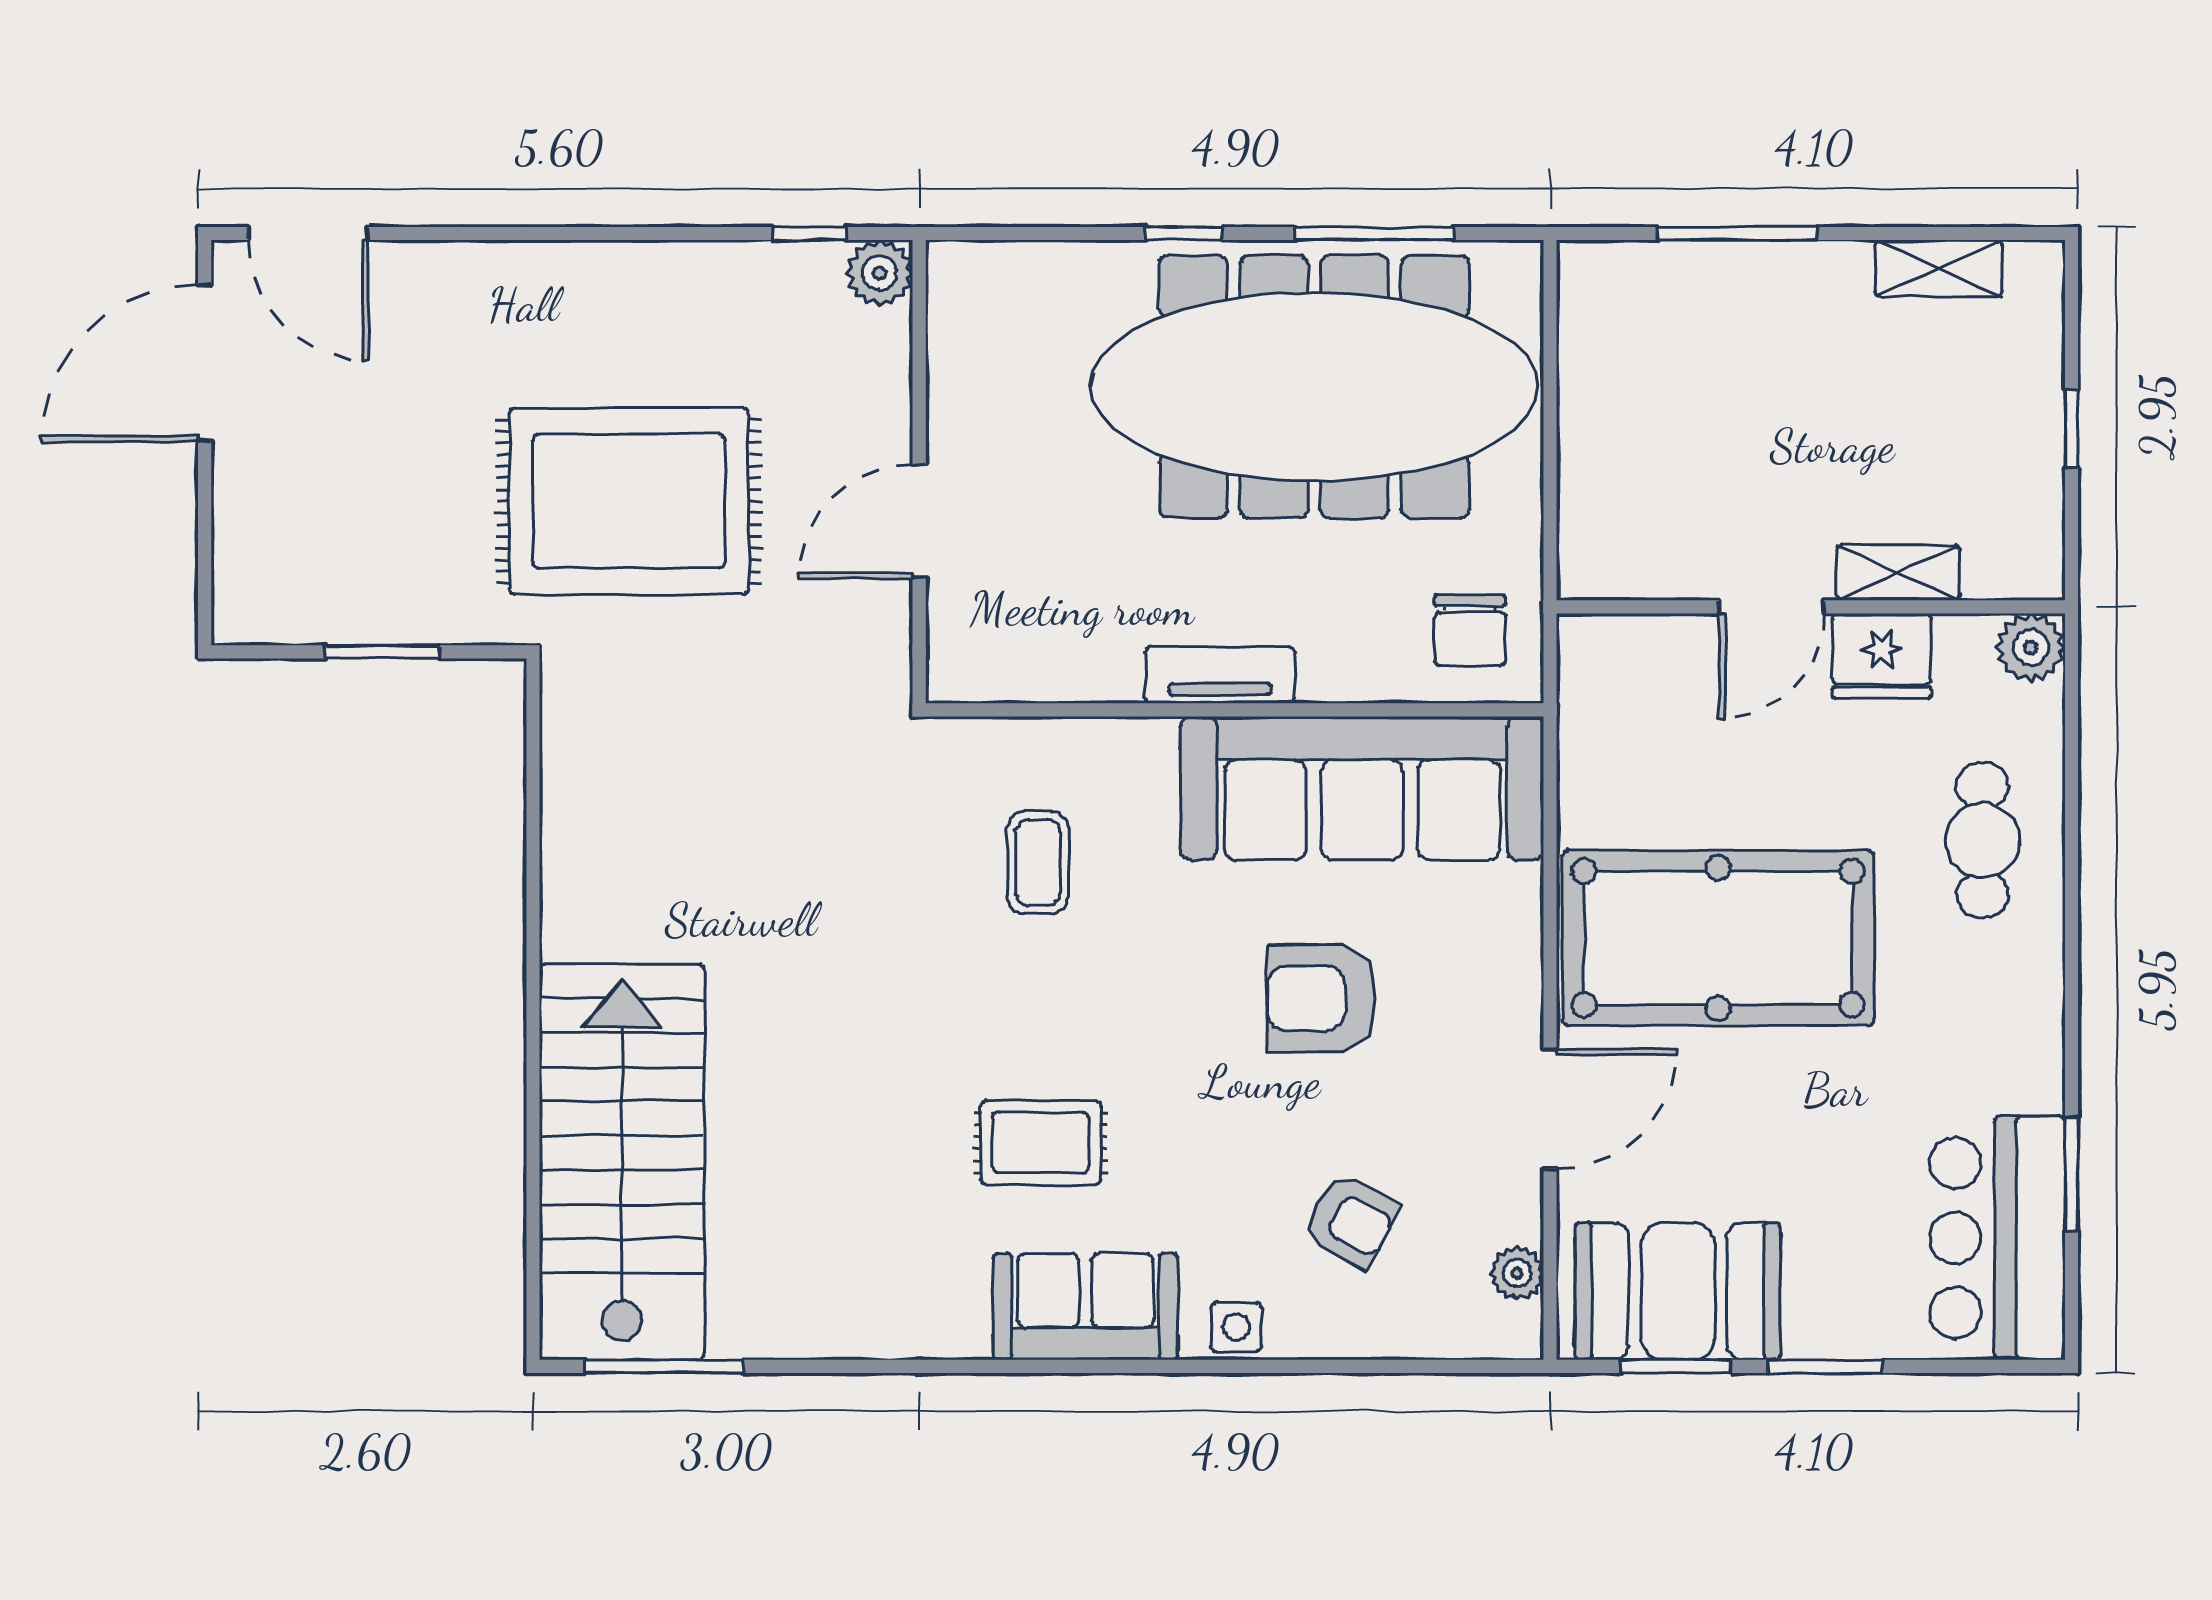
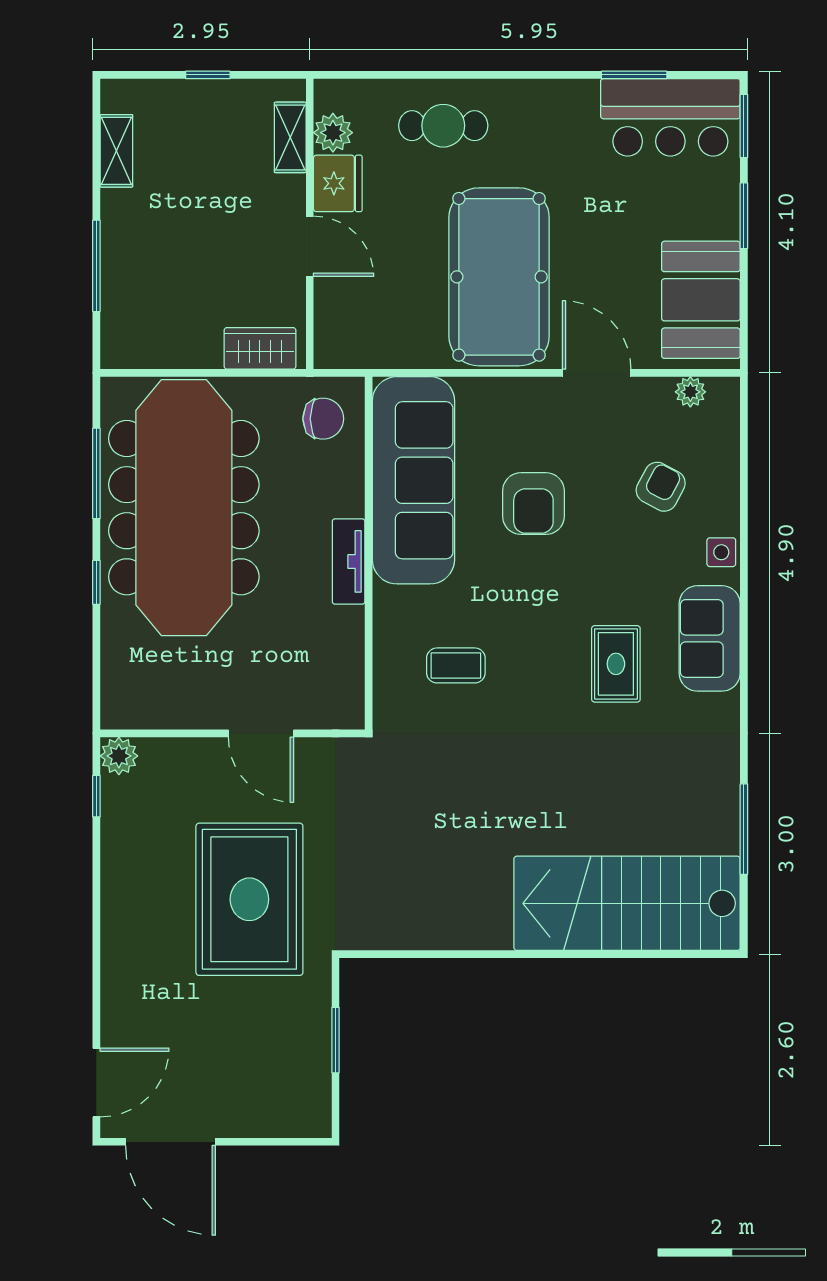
wardrobe: (1593, 520) -> (260, 348), added
shelving: (1898, 573) -> (290, 137), moved
plant: (2031, 647) -> (333, 133), moved
window: (664, 1366) -> (744, 829), moved
window: (1676, 1366) -> (744, 126), moved

